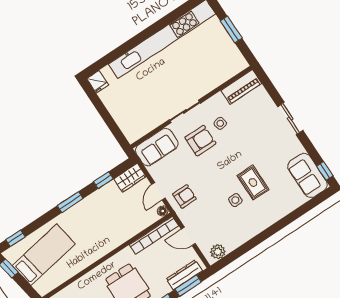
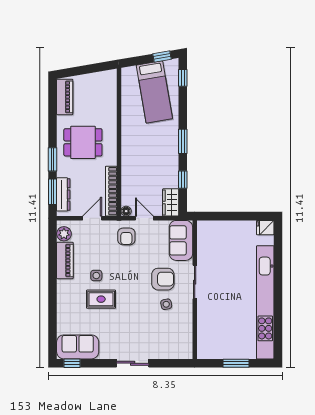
piano: (241, 87) -> (65, 260), moved, turned 180
armchair: (200, 141) -> (163, 279), turned -90

